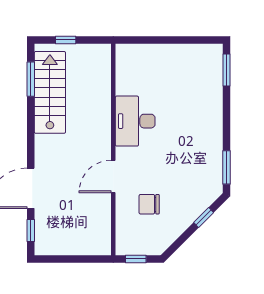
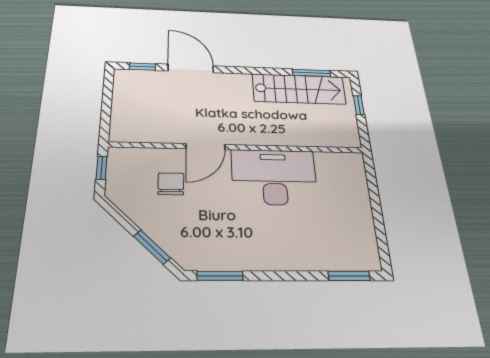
desk: (135, 121) -> (274, 177), width x1.36, depth x1.30
door: (113, 176) -> (205, 147), swing flipped
window: (204, 217) -> (152, 247), width x1.50

